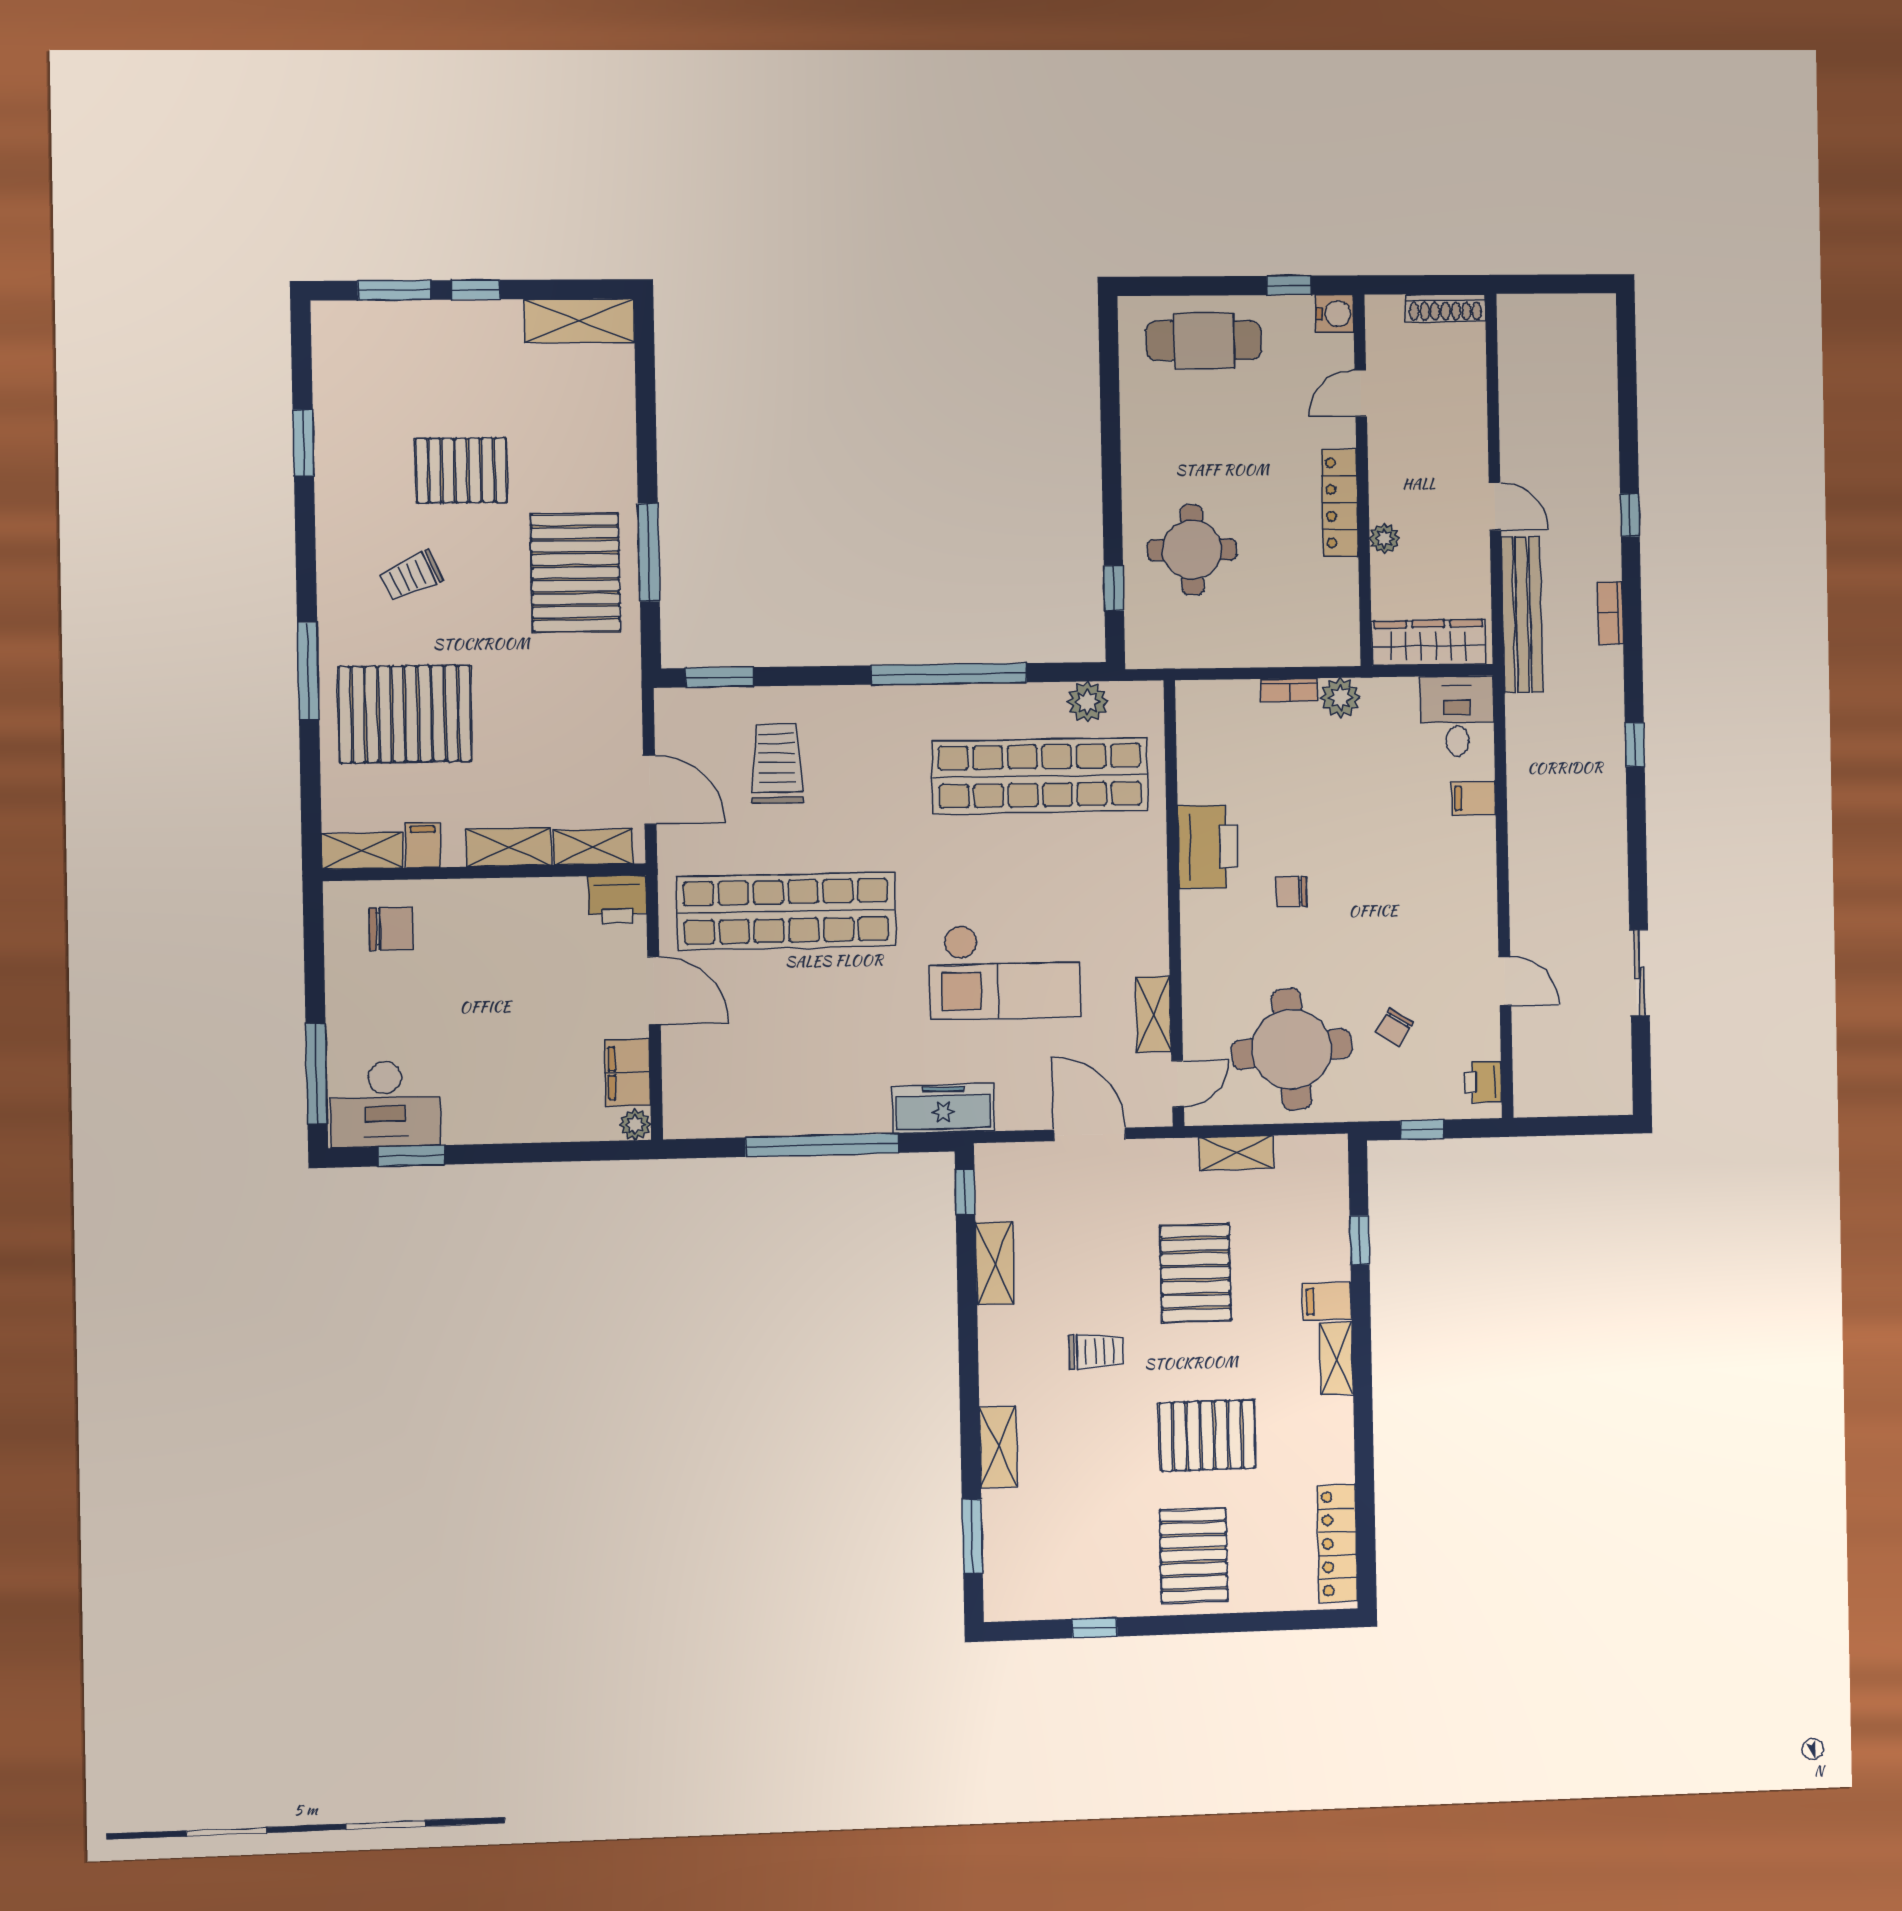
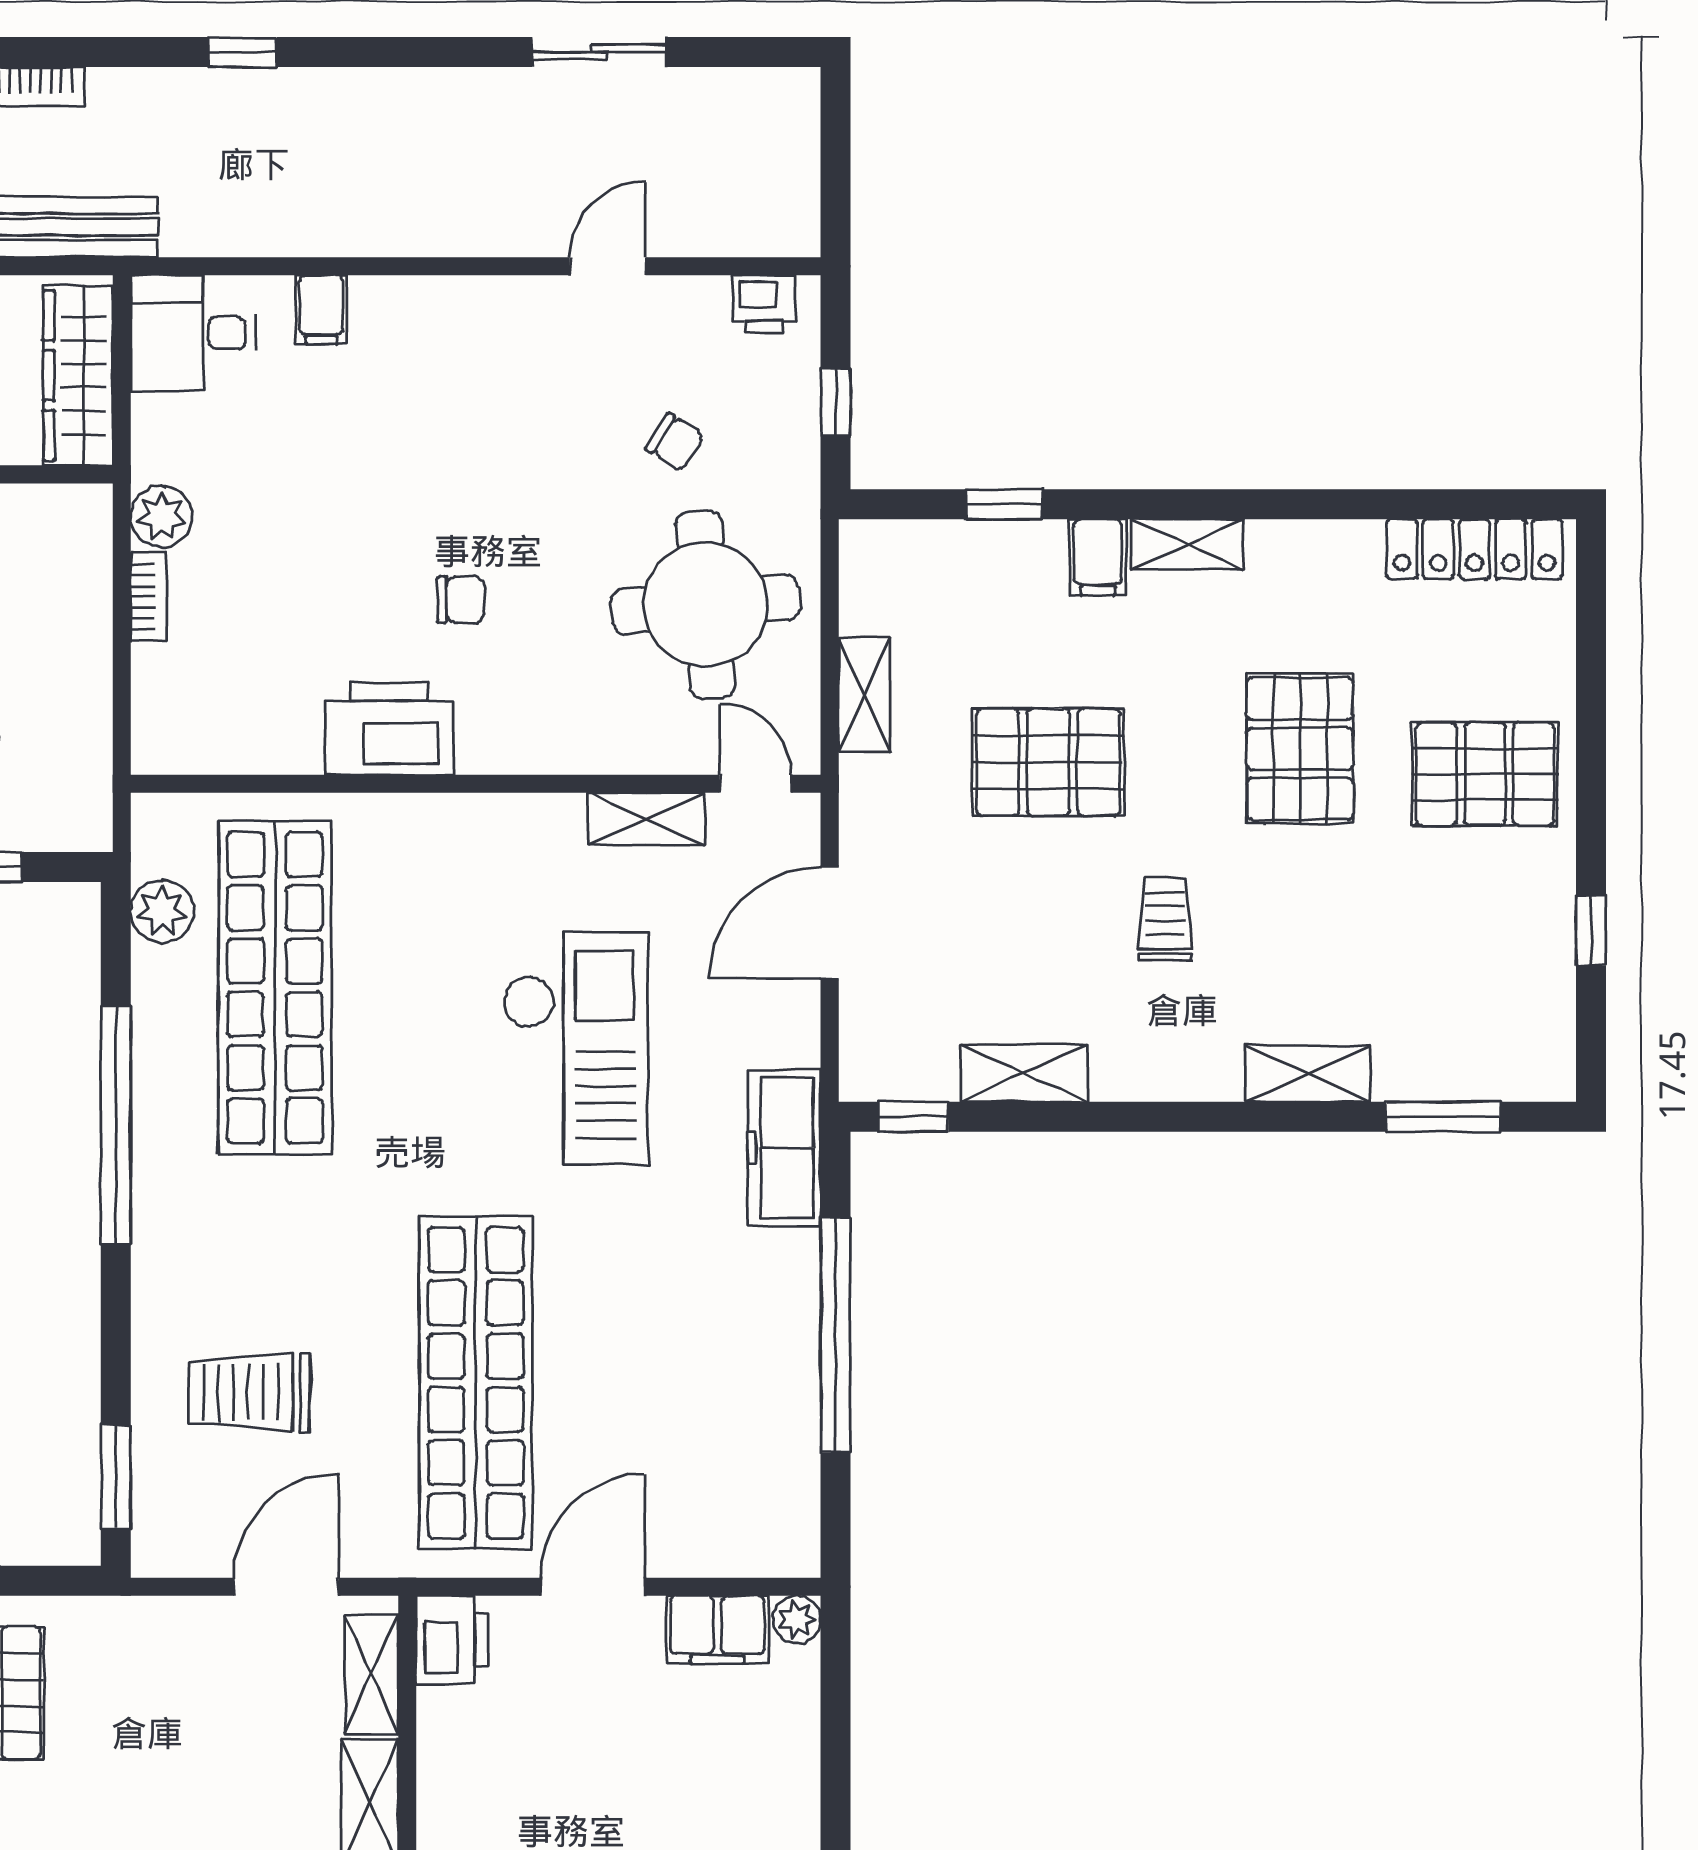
chair: (1291, 891) -> (461, 600), turned -90

